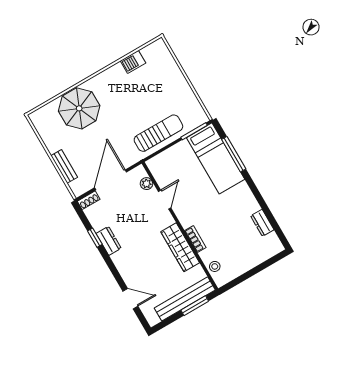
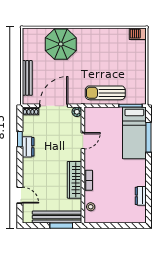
barbecue: (133, 62) -> (138, 34), moved
sun lounger: (158, 133) -> (105, 93), turned 180
bench: (64, 166) -> (27, 78), width x1.36
plant: (146, 184) -> (77, 112), moved

